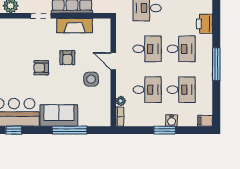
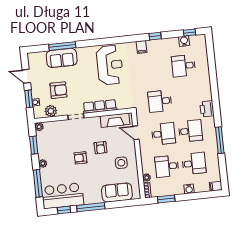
fireplace: (75, 26) -> (115, 120), moved
door: (113, 61) -> (136, 133), moved
desk: (147, 90) -> (167, 166), turned 180
sofa: (59, 115) -> (117, 193), moved
window: (69, 130) -> (91, 207), moved
window: (165, 130) -> (166, 199), moved

